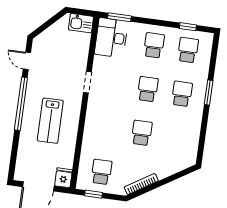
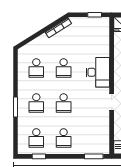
desk: (111, 38) -> (98, 72), moved
school desk: (102, 172) -> (36, 68), moved

